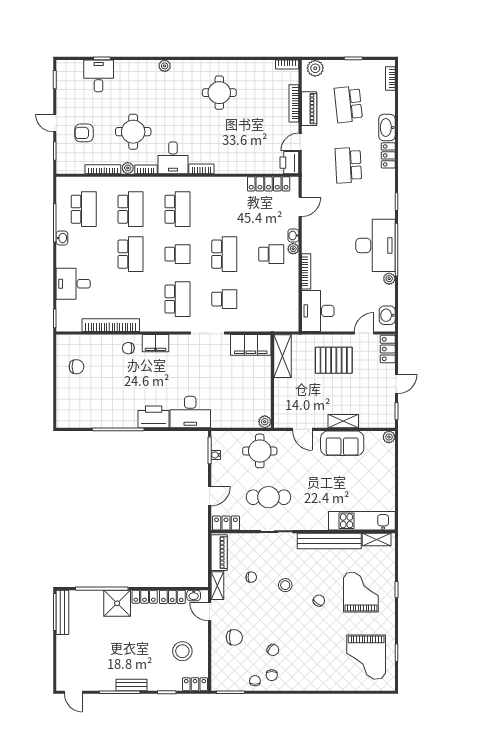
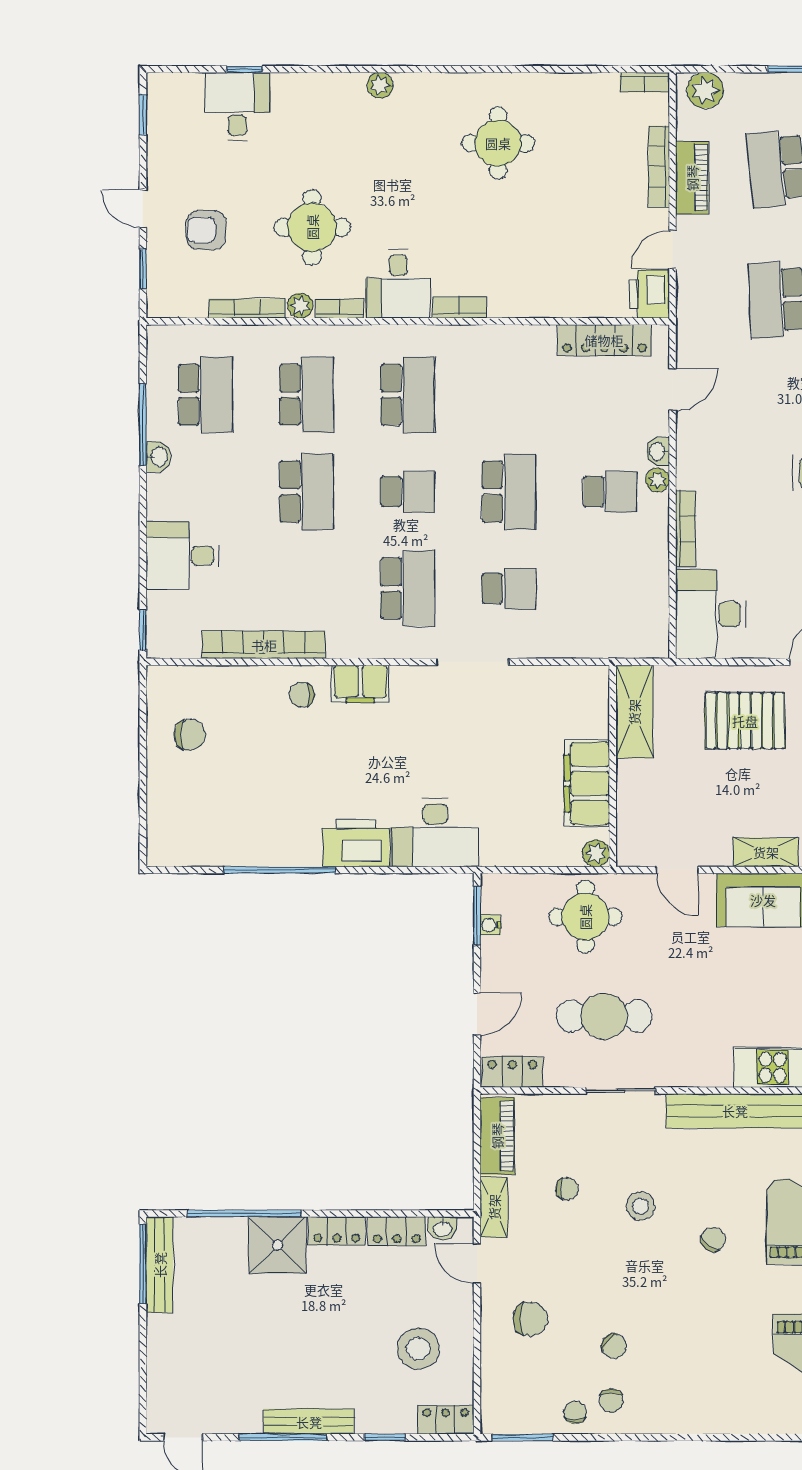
filing cabinet: (251, 345) -> (587, 783), moved, turned 90
bench: (132, 685) -> (309, 1422), width x1.36

